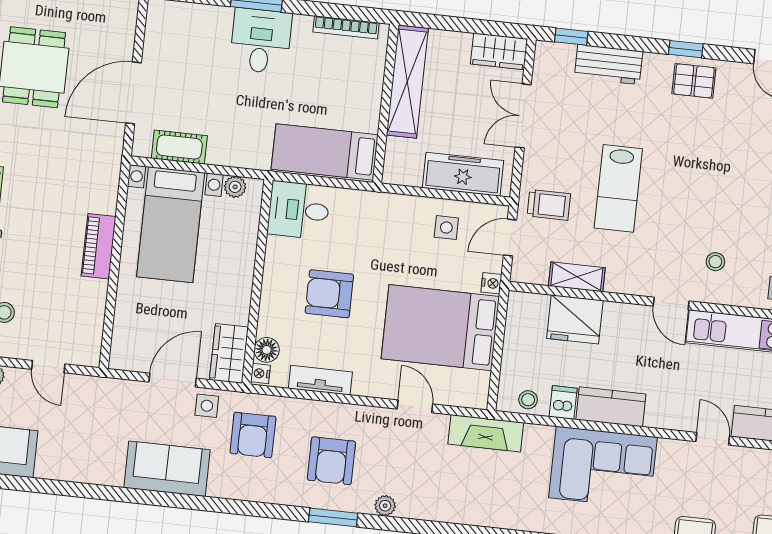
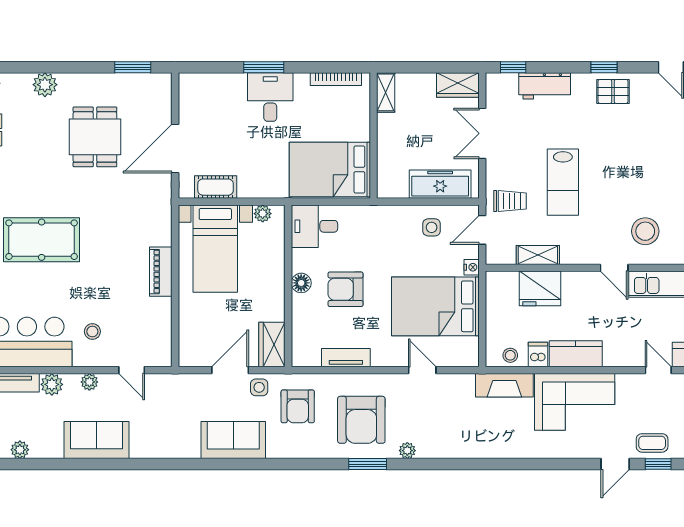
shelving: (407, 81) -> (386, 92), width x0.45, depth x0.75
bed: (325, 152) -> (330, 169), width x1.50
stool: (715, 262) -> (645, 231), width x1.89, depth x1.89
floor lamp: (267, 350) -> (301, 283), moved
nightstand: (260, 373) -> (298, 358), removed
fireplace: (486, 433) -> (504, 385), moved
armchair: (331, 461) -> (361, 420), width x1.36, depth x1.36

